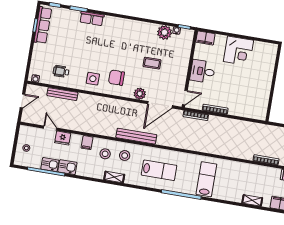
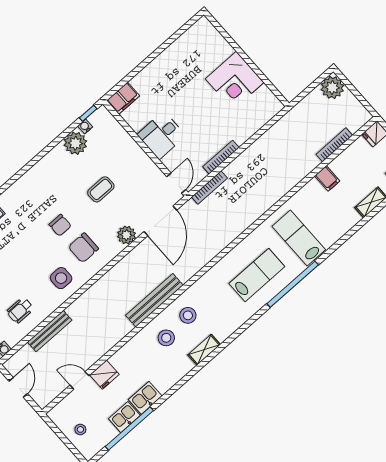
corner desk: (238, 51) -> (235, 81), moved, turned 90
chair: (118, 57) -> (60, 225), added
bench: (136, 136) -> (154, 300), moved
filing cabinet: (87, 143) -> (327, 178), moved
lab bench: (159, 170) -> (257, 275), moved

